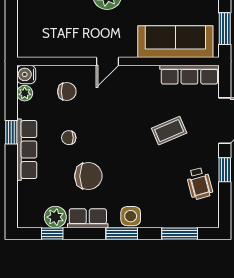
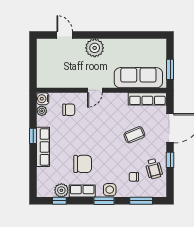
chair: (69, 138) -> (134, 177), moved

